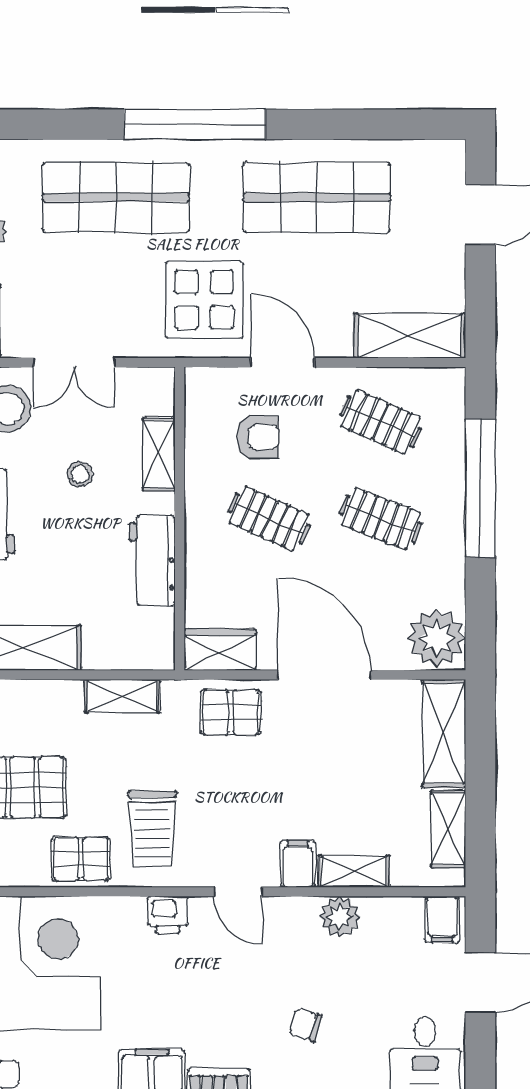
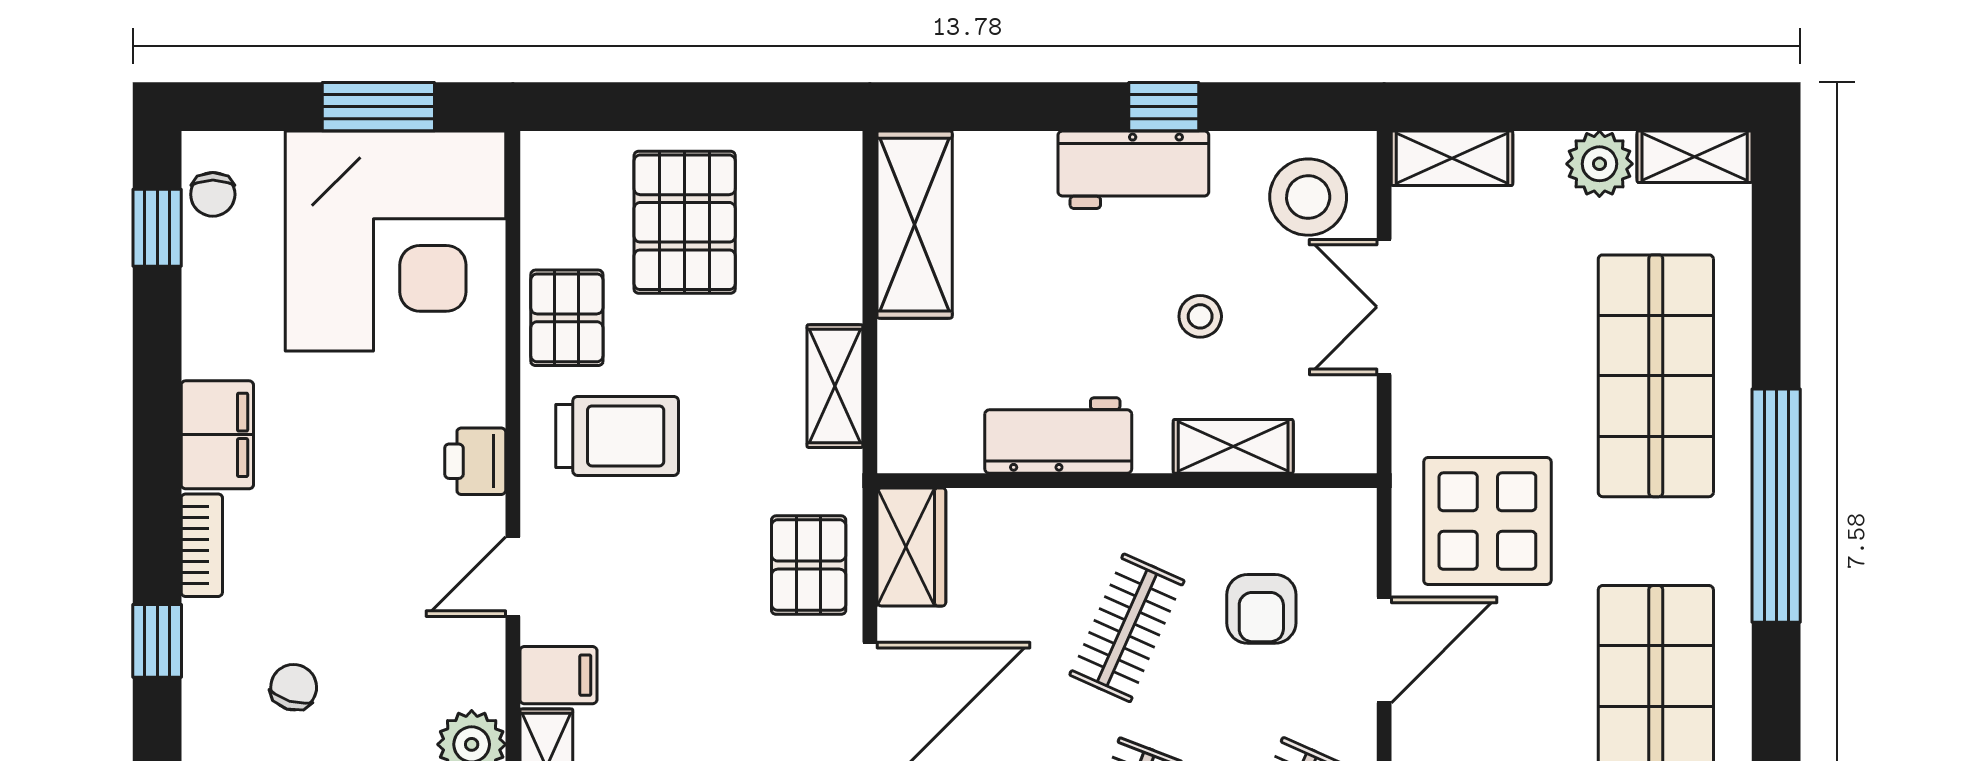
trolley: (153, 828) -> (617, 436), turned 180

